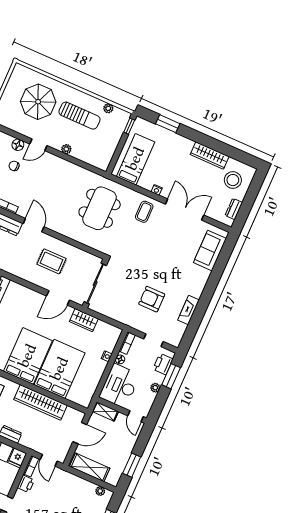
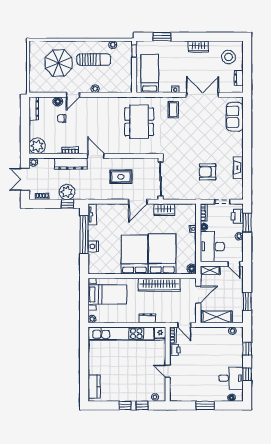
wardrobe: (210, 155) -> (198, 46), width x0.67
floor lamp: (85, 400) -> (192, 269), added

